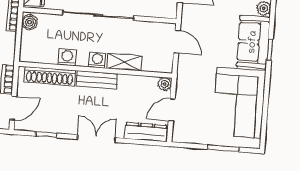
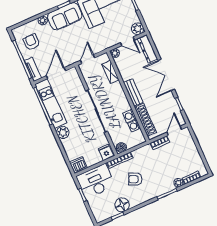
washing machine: (97, 60) -> (134, 126), moved
shelving: (125, 62) -> (110, 72), moved
door: (13, 108) -> (174, 131), hinge flipped
plant: (181, 134) -> (138, 29), added
double door: (96, 139) -> (166, 75), width x1.37

